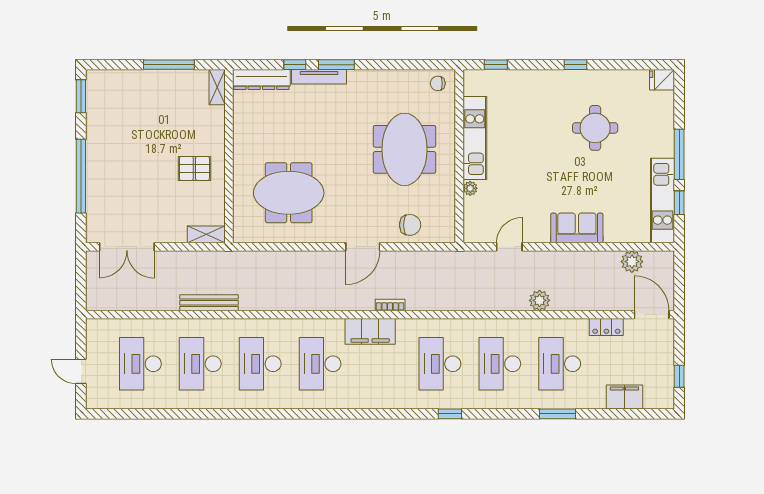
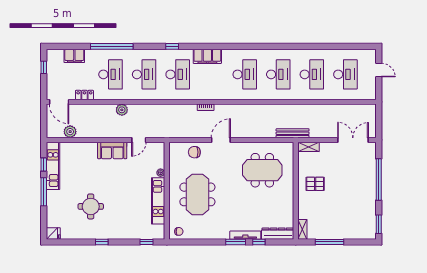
sofa: (577, 228) -> (112, 150), moved
bench: (209, 303) -> (293, 133), moved
filing cabinet: (370, 331) -> (207, 56), moved, turned 180
window: (558, 414) -> (112, 46), width x2.11

